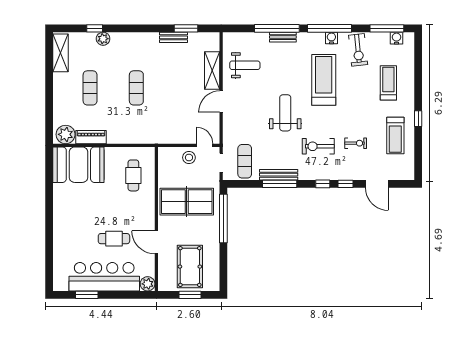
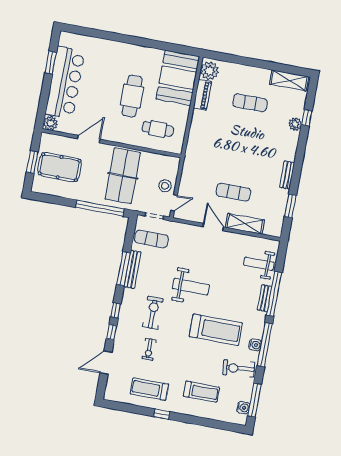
bench: (173, 37) -> (287, 175), moved
weight bench: (245, 65) -> (259, 264), moved, turned 90
exercise mat: (136, 88) -> (233, 192), moved
cafe table: (114, 239) -> (132, 96), moved, width x1.37, depth x1.35

